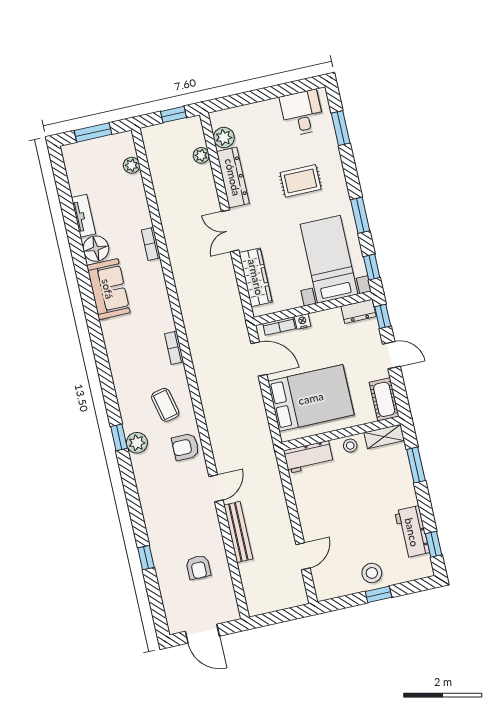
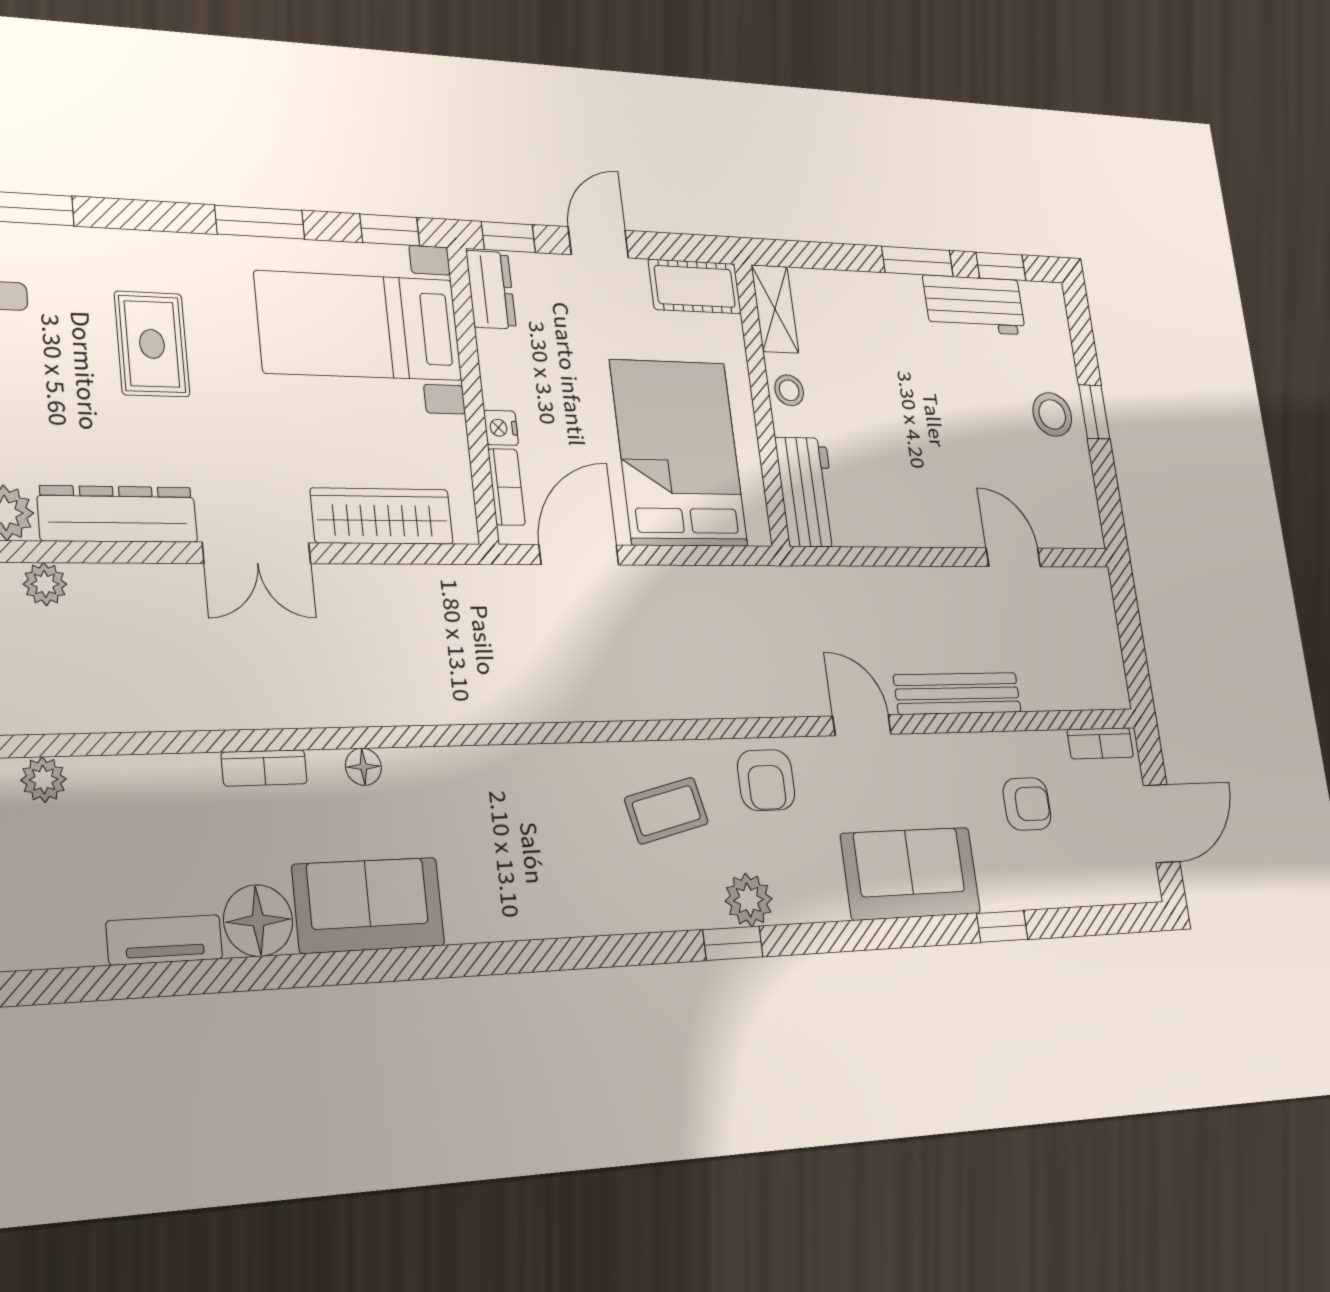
floor lamp: (159, 281) -> (363, 767), added
bookcase: (174, 348) -> (1100, 743), moved
window: (416, 465) -> (917, 261), moved
sofa: (160, 514) -> (911, 873), added

